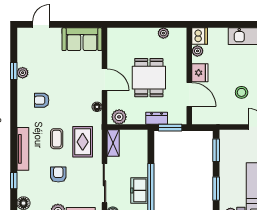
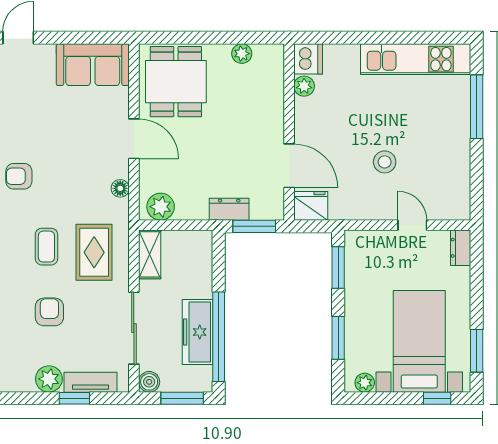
fridge: (200, 73) -> (311, 206), moved, turned -90
dining table: (149, 78) -> (176, 82), moved
freezer: (139, 190) -> (198, 332), width x1.40

